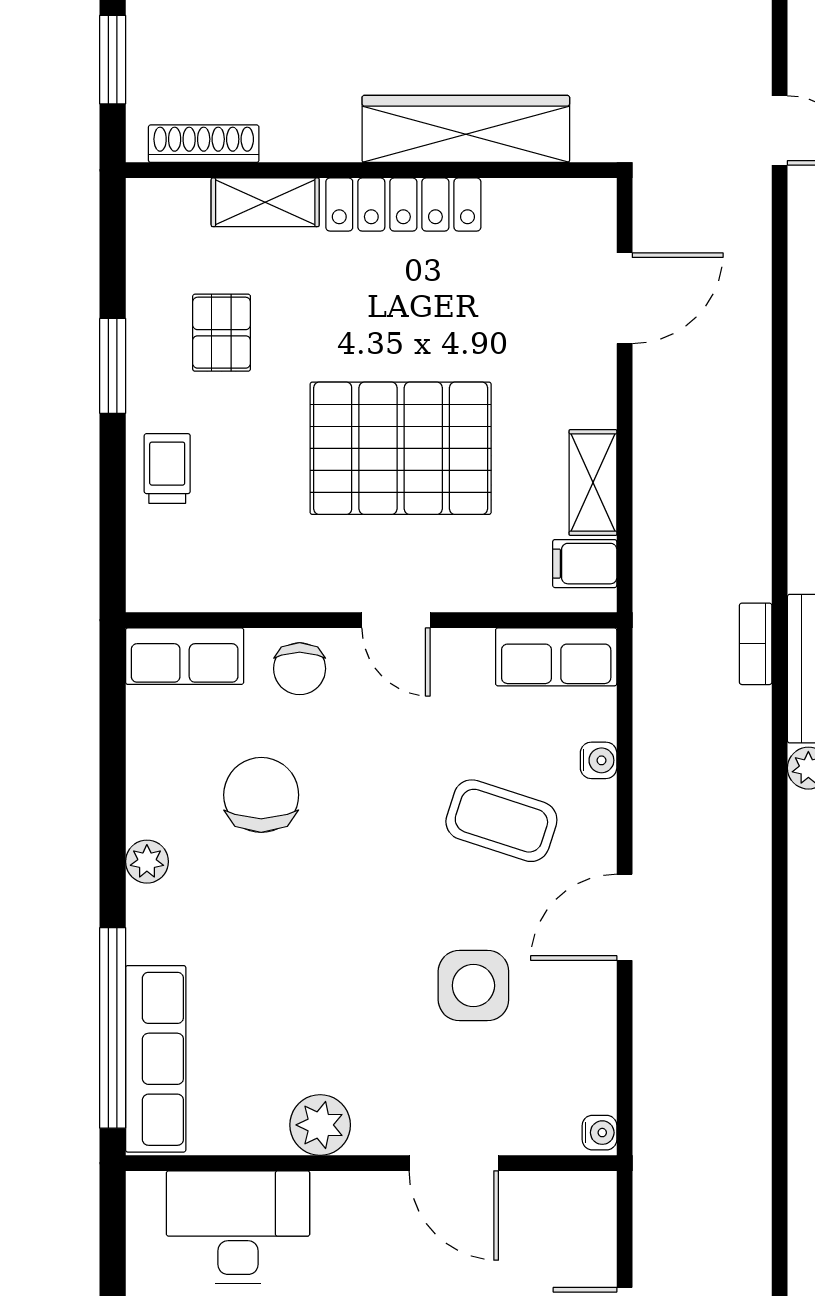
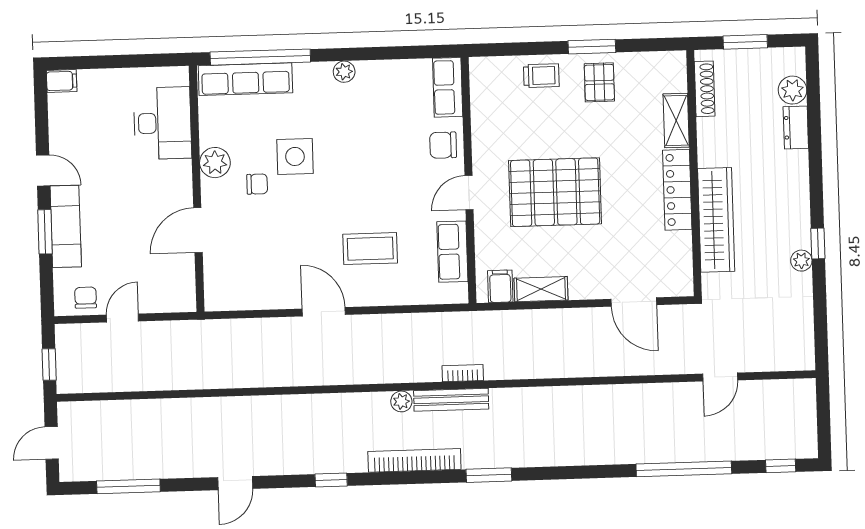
pallet: (222, 333) -> (599, 82), moved, turned 90
pallet: (401, 448) -> (555, 192), turned 90
row of seats: (556, 657) -> (452, 252), moved
water cooler: (599, 760) -> (402, 296), removed
chair: (261, 795) -> (257, 184), moved, width x0.54, depth x0.54
coffee table: (501, 821) -> (370, 249), turned 72
side table: (473, 986) -> (295, 156), moved
water cooler: (599, 1133) -> (216, 303), removed

